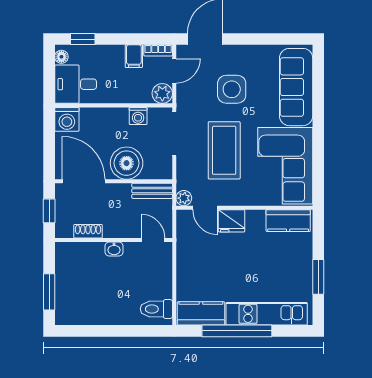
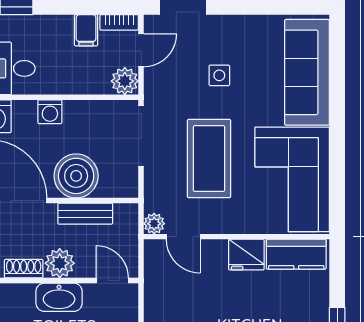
side table: (232, 89) -> (219, 75), width x0.54, depth x0.54
washing machine: (138, 116) -> (50, 112), moved
bench: (152, 191) -> (85, 214), moved
fridge: (232, 221) -> (246, 255), moved
plant: (114, 227) -> (60, 263), added
washbasin: (114, 249) -> (59, 297), width x1.91, depth x1.45

